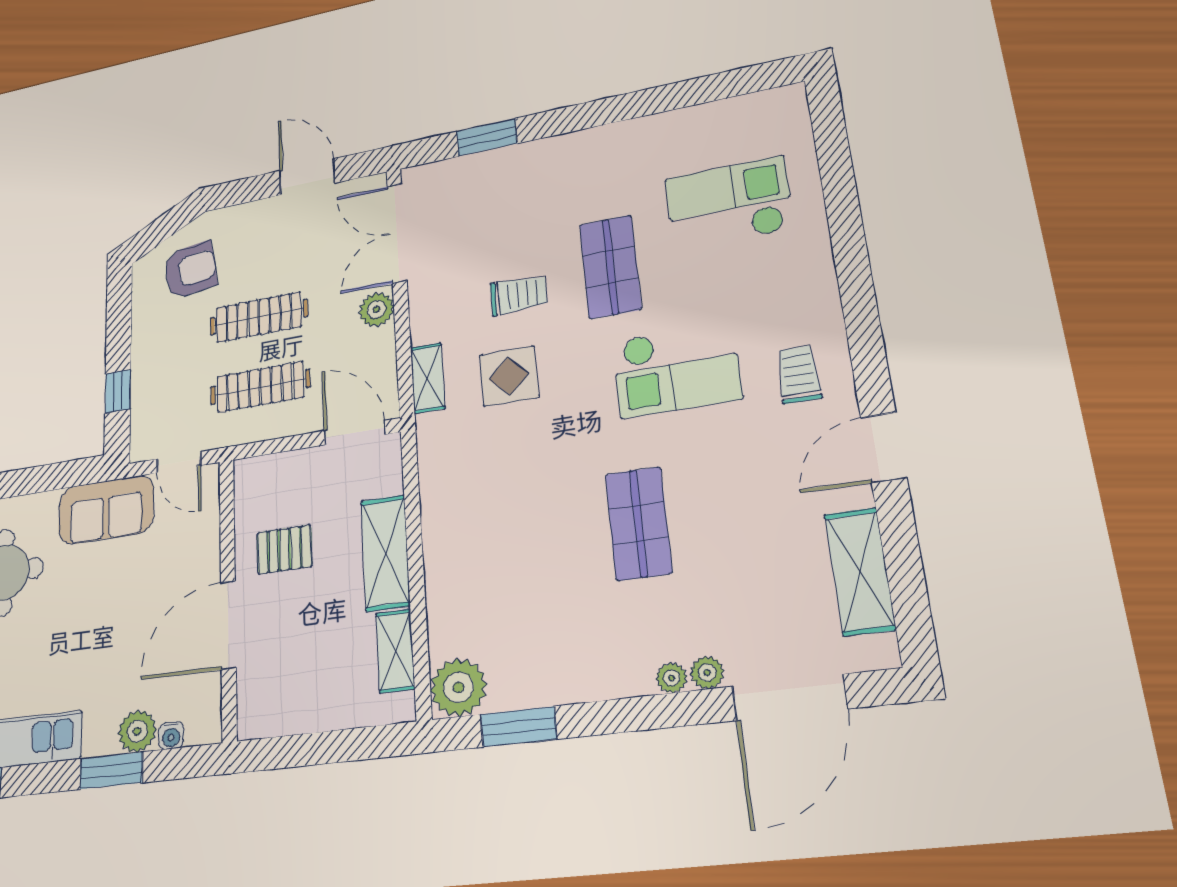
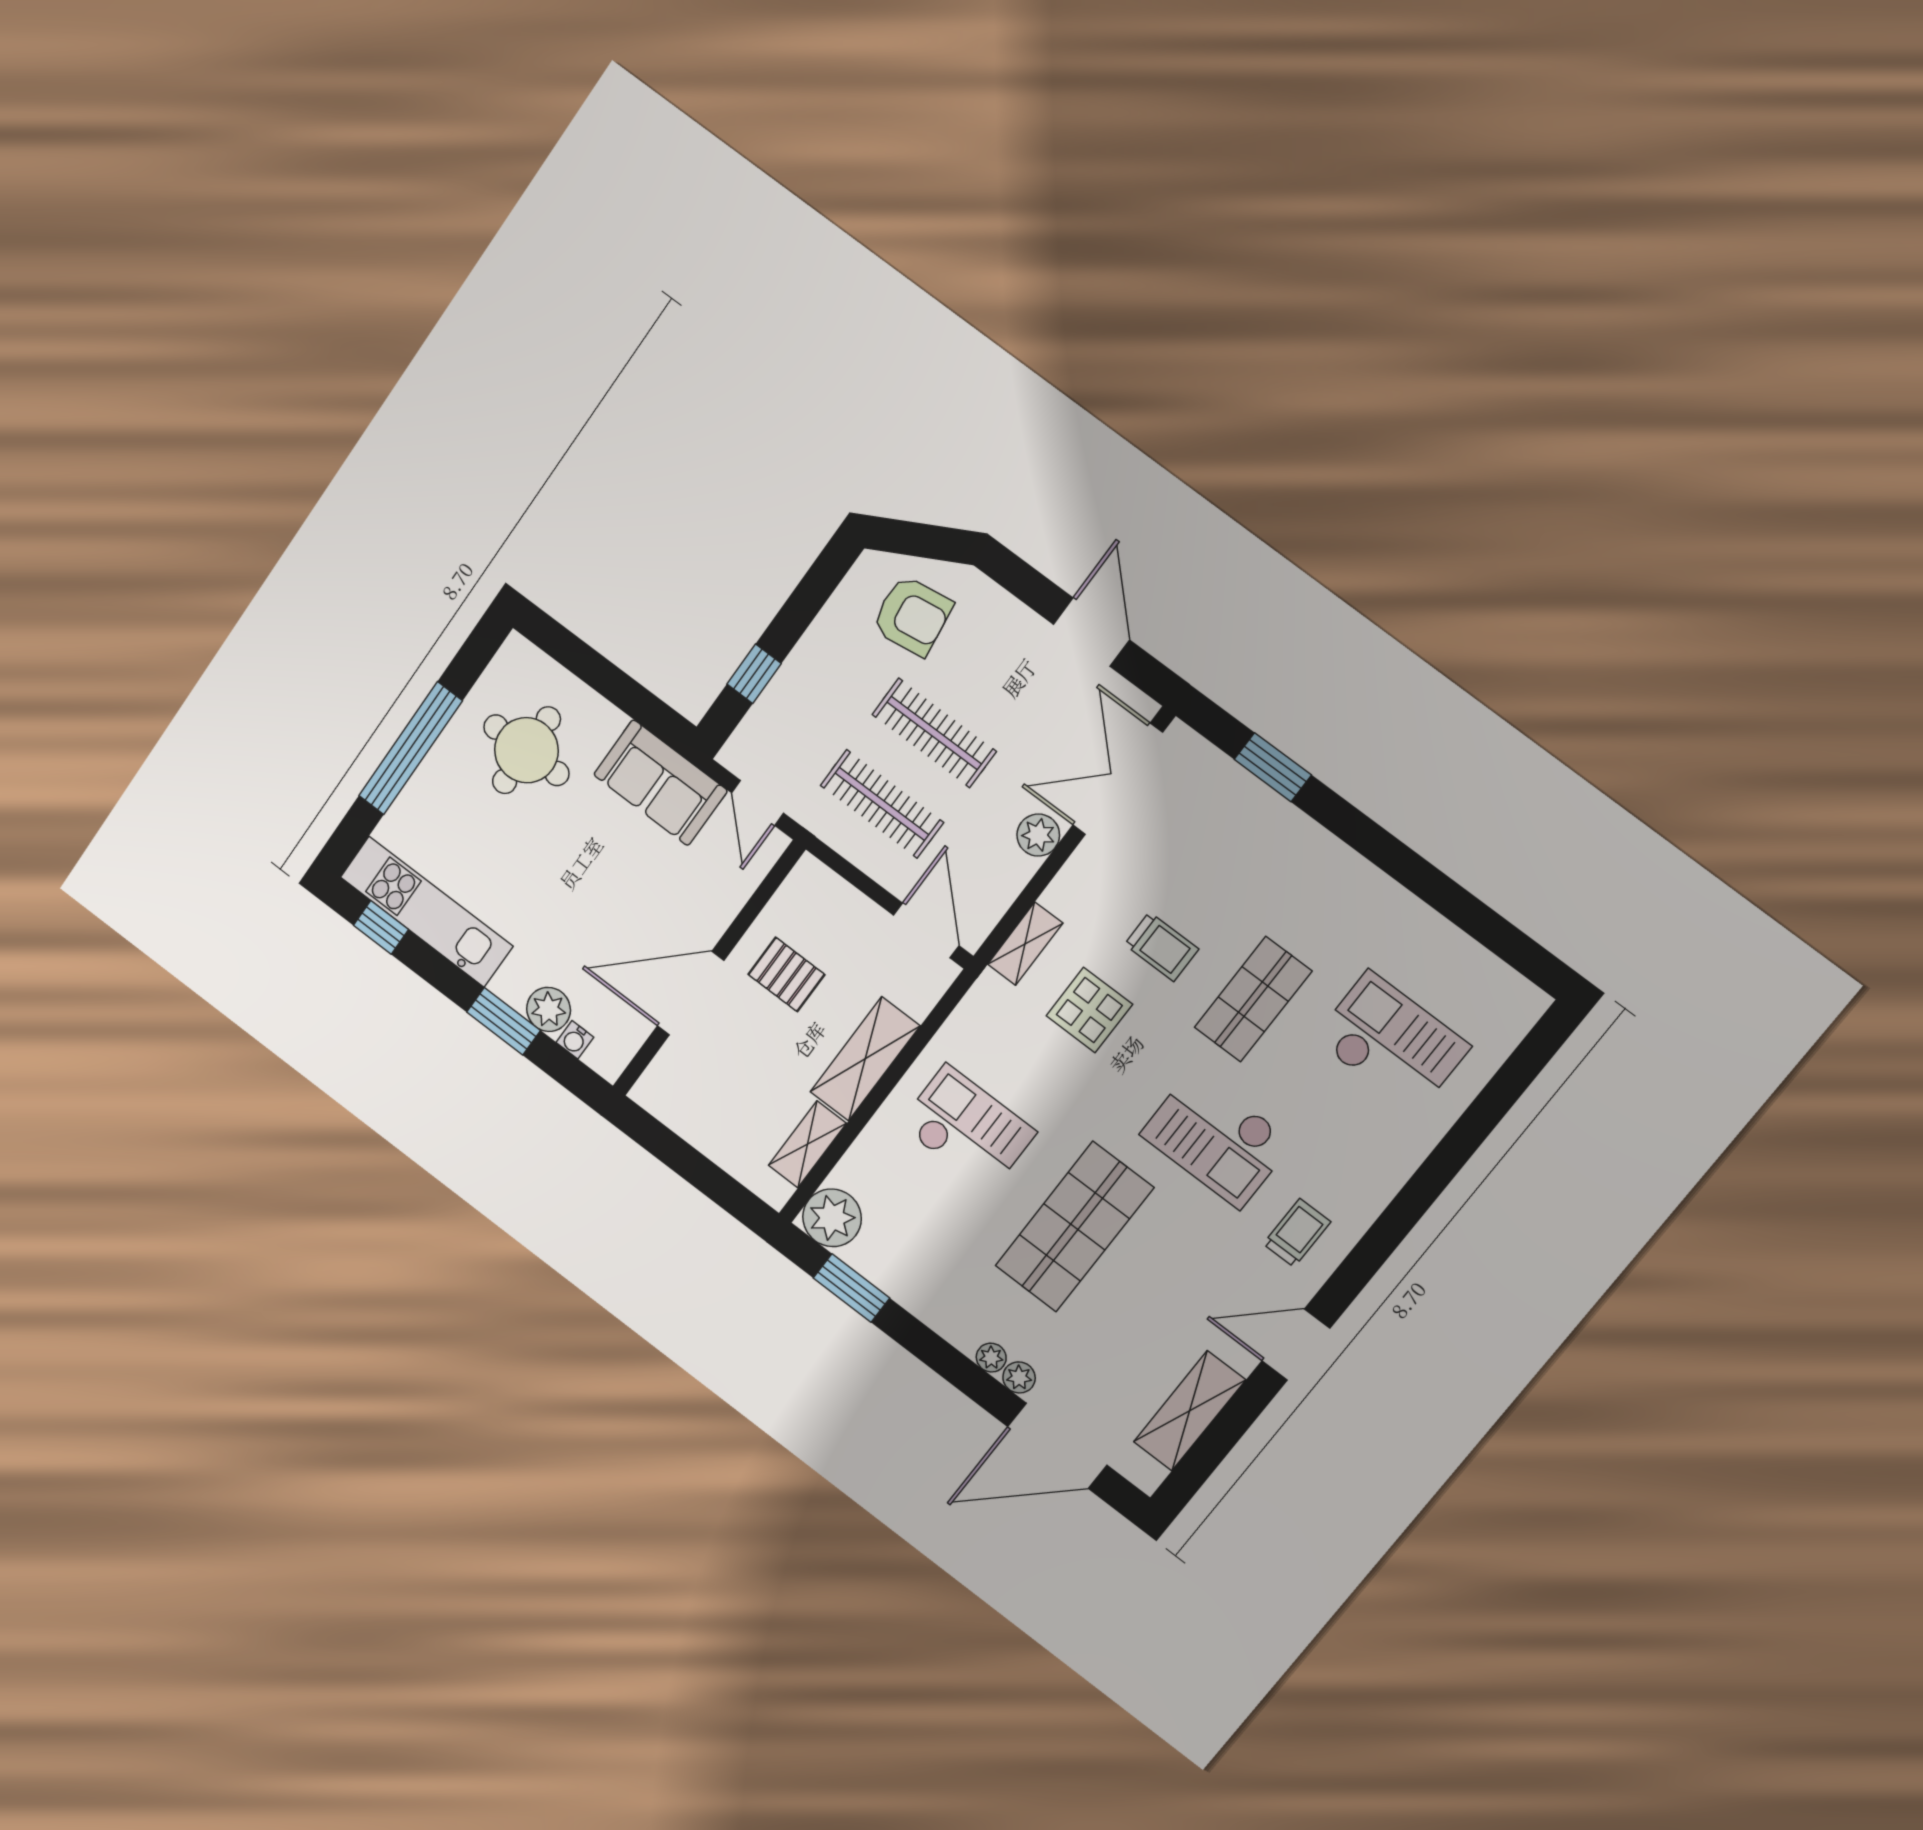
shop shelf: (638, 523) -> (1074, 1227), width x1.43, depth x1.36
checkout: (499, 531) -> (967, 1129), added

